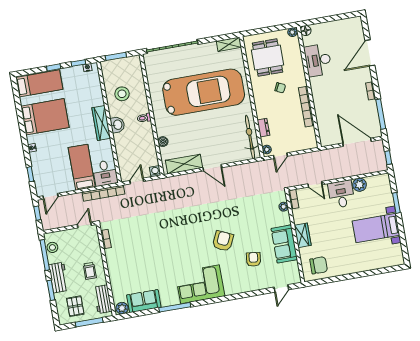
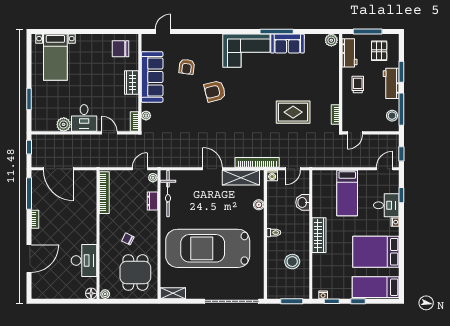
bookcase: (306, 107) -> (104, 193), moved
washbasin: (117, 125) -> (303, 202), moved
desk: (105, 173) -> (386, 205), moved, turned 90
bookcase: (103, 193) -> (257, 162), moved
bed with nightstands: (376, 228) -> (55, 57), moved, turned 90
rug: (146, 234) -> (293, 112), added
armchair: (223, 241) -> (215, 91), turned 51
sofa: (284, 244) -> (152, 77), width x1.36
sofa: (144, 301) -> (287, 44), moved

